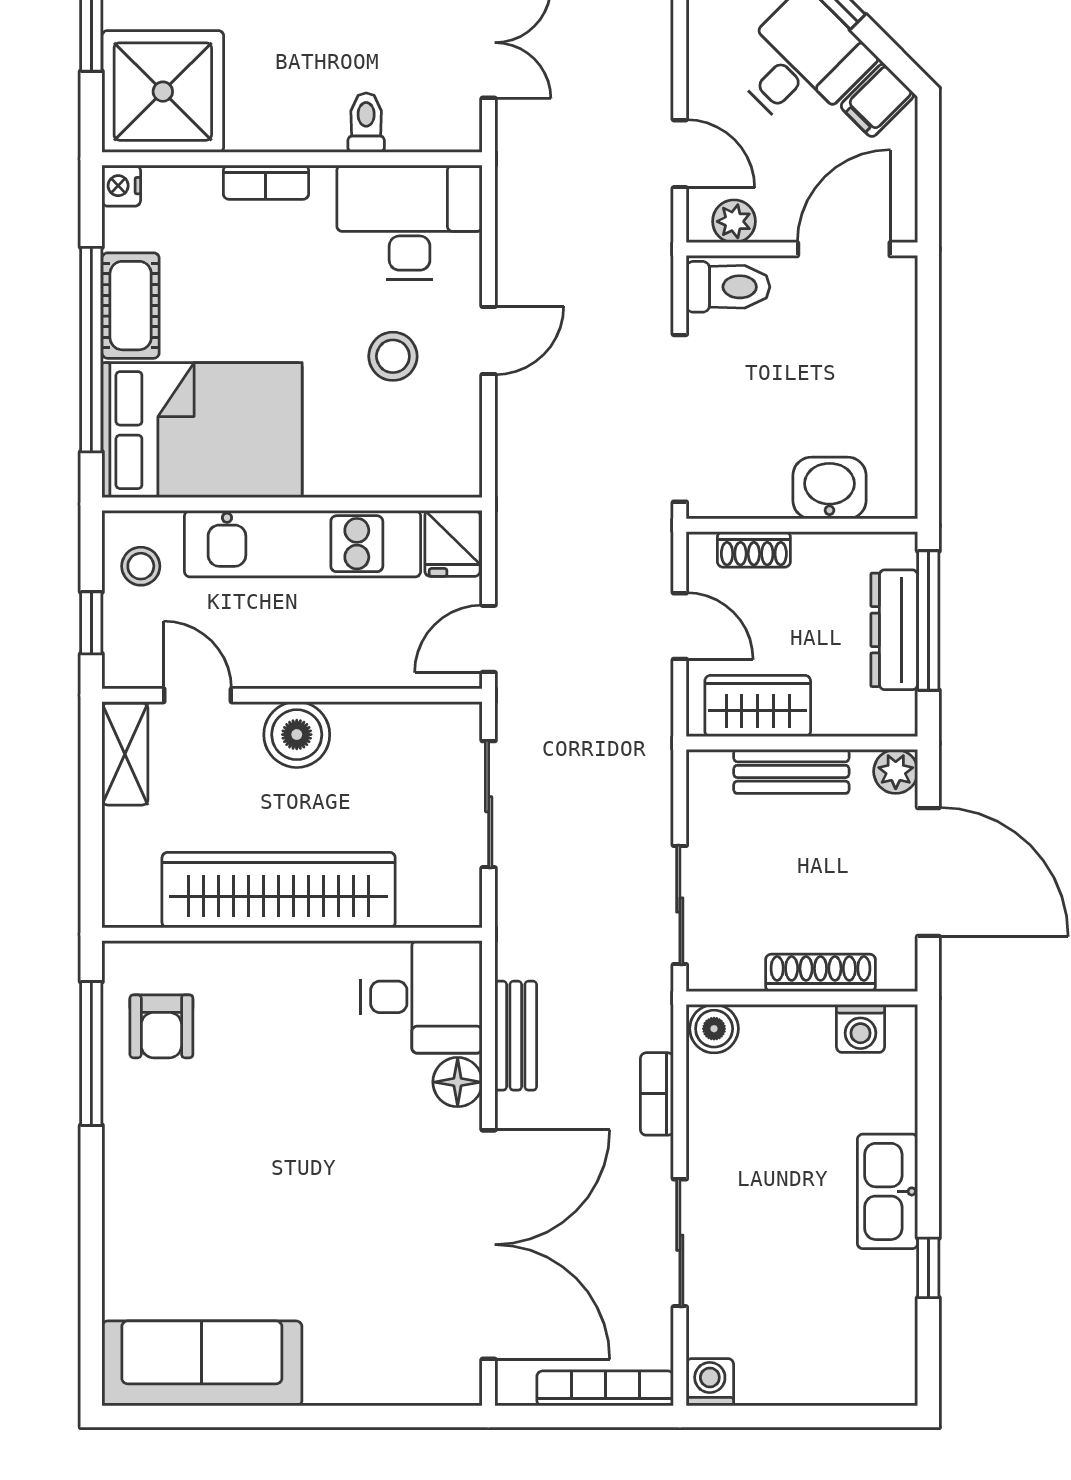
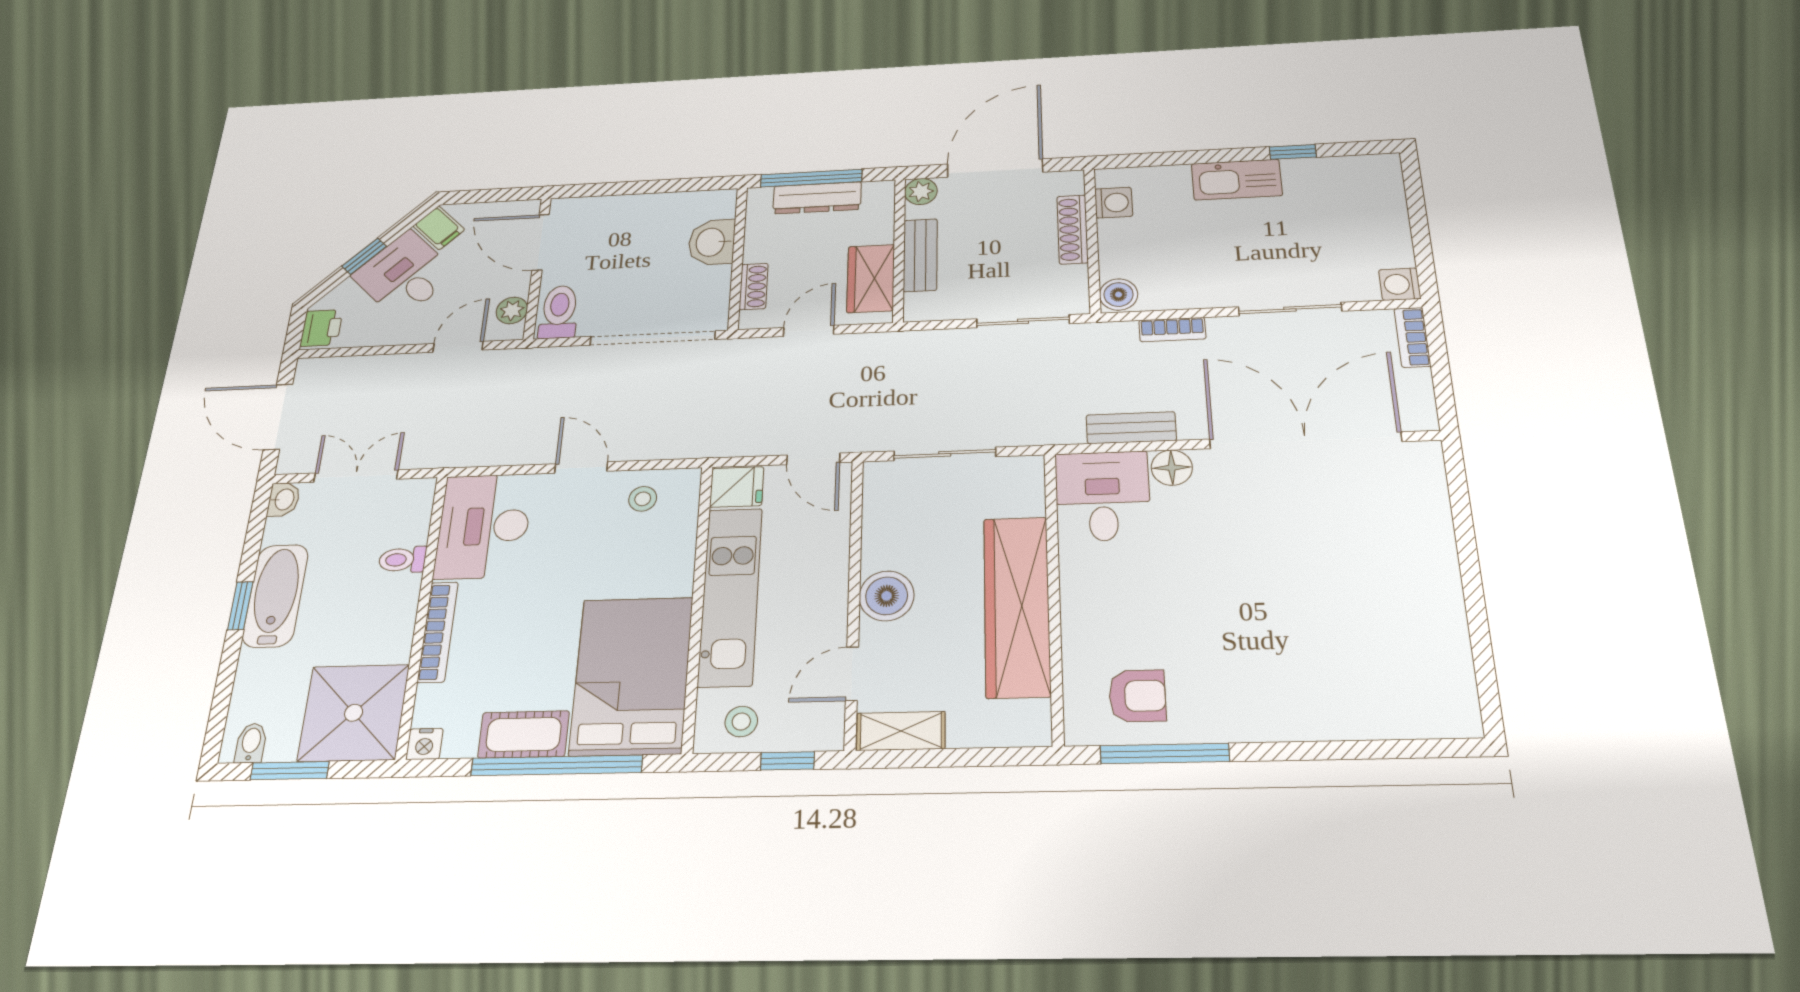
bookcase: (266, 182) -> (438, 632), width x1.56
stool: (393, 356) -> (643, 499), moved, width x0.73, depth x0.73
sofa: (202, 1363) -> (1435, 656), removed
bookcase: (605, 1388) -> (1412, 337), width x0.64

